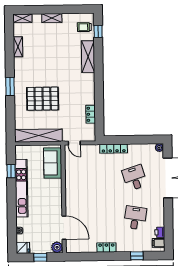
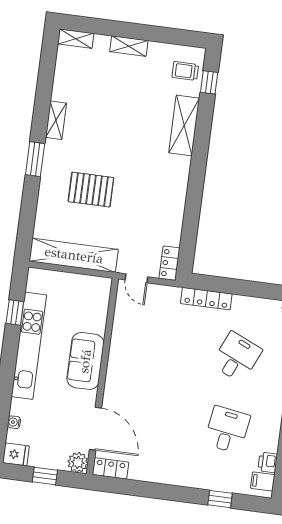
shelving: (18, 47) -> (56, 120), moved
pallet: (43, 99) -> (91, 190), width x0.73, depth x0.71
locker: (91, 114) -> (169, 263), moved
sofa: (53, 163) -> (85, 361), moved
desk: (135, 178) -> (237, 357), turned 42
locker: (106, 247) -> (110, 468), moved

